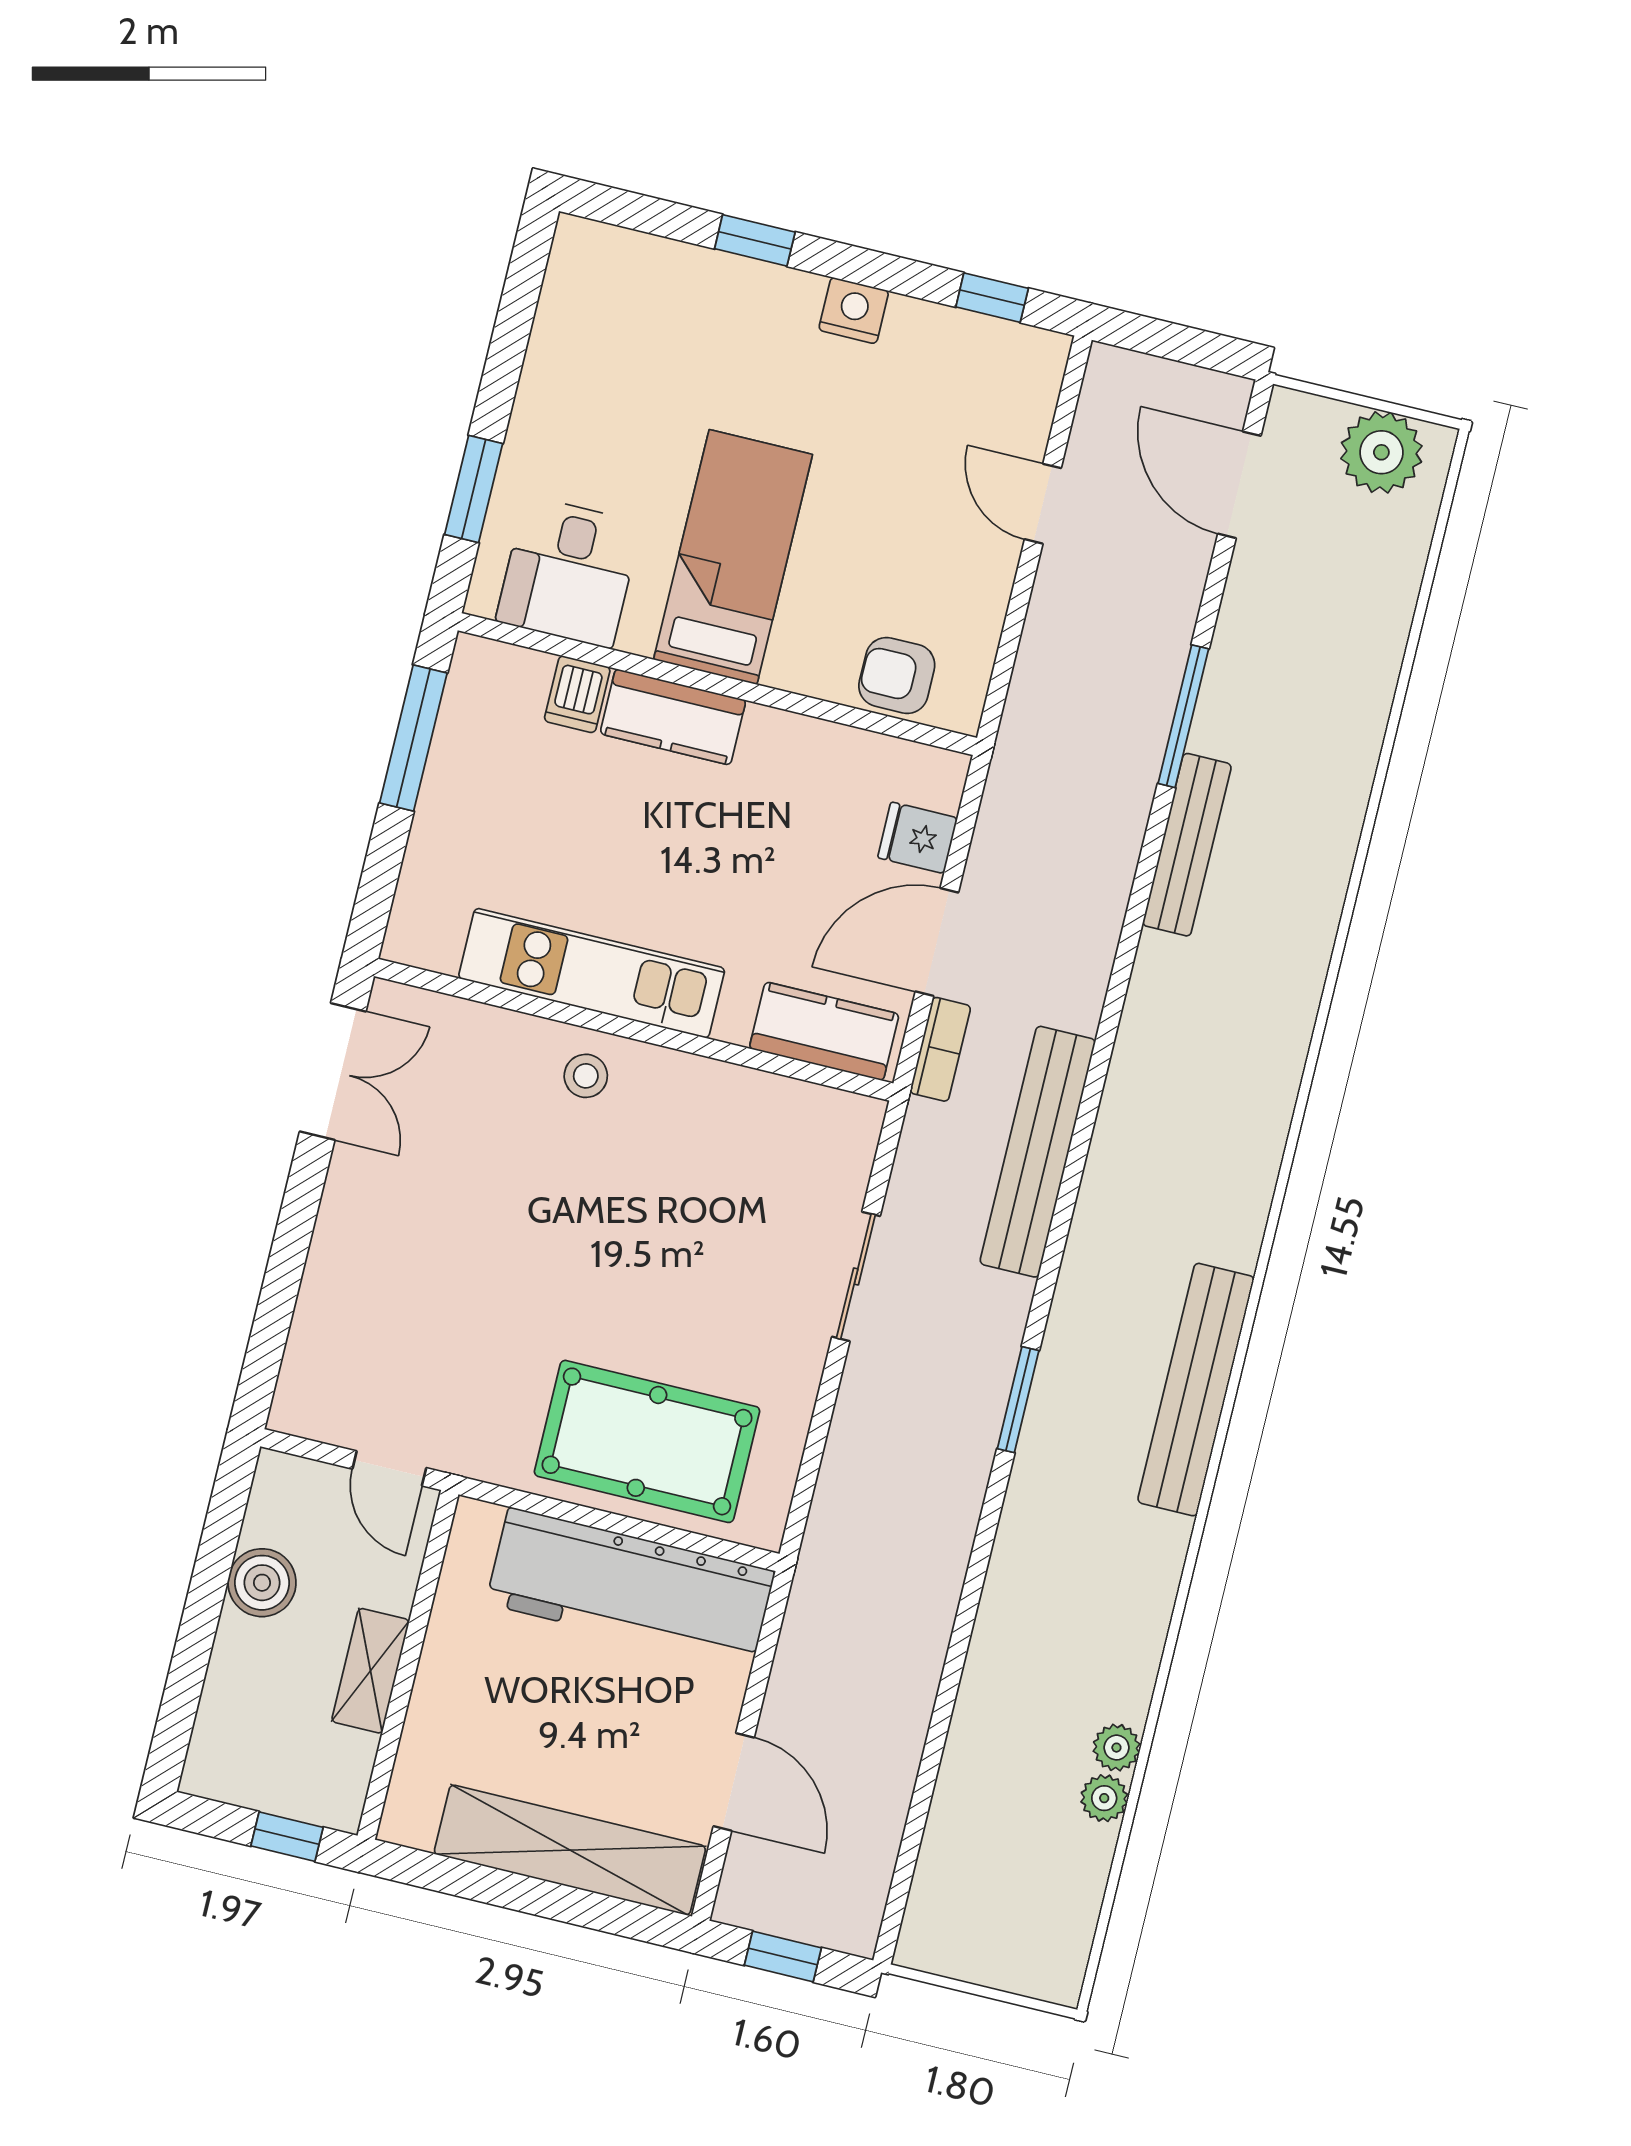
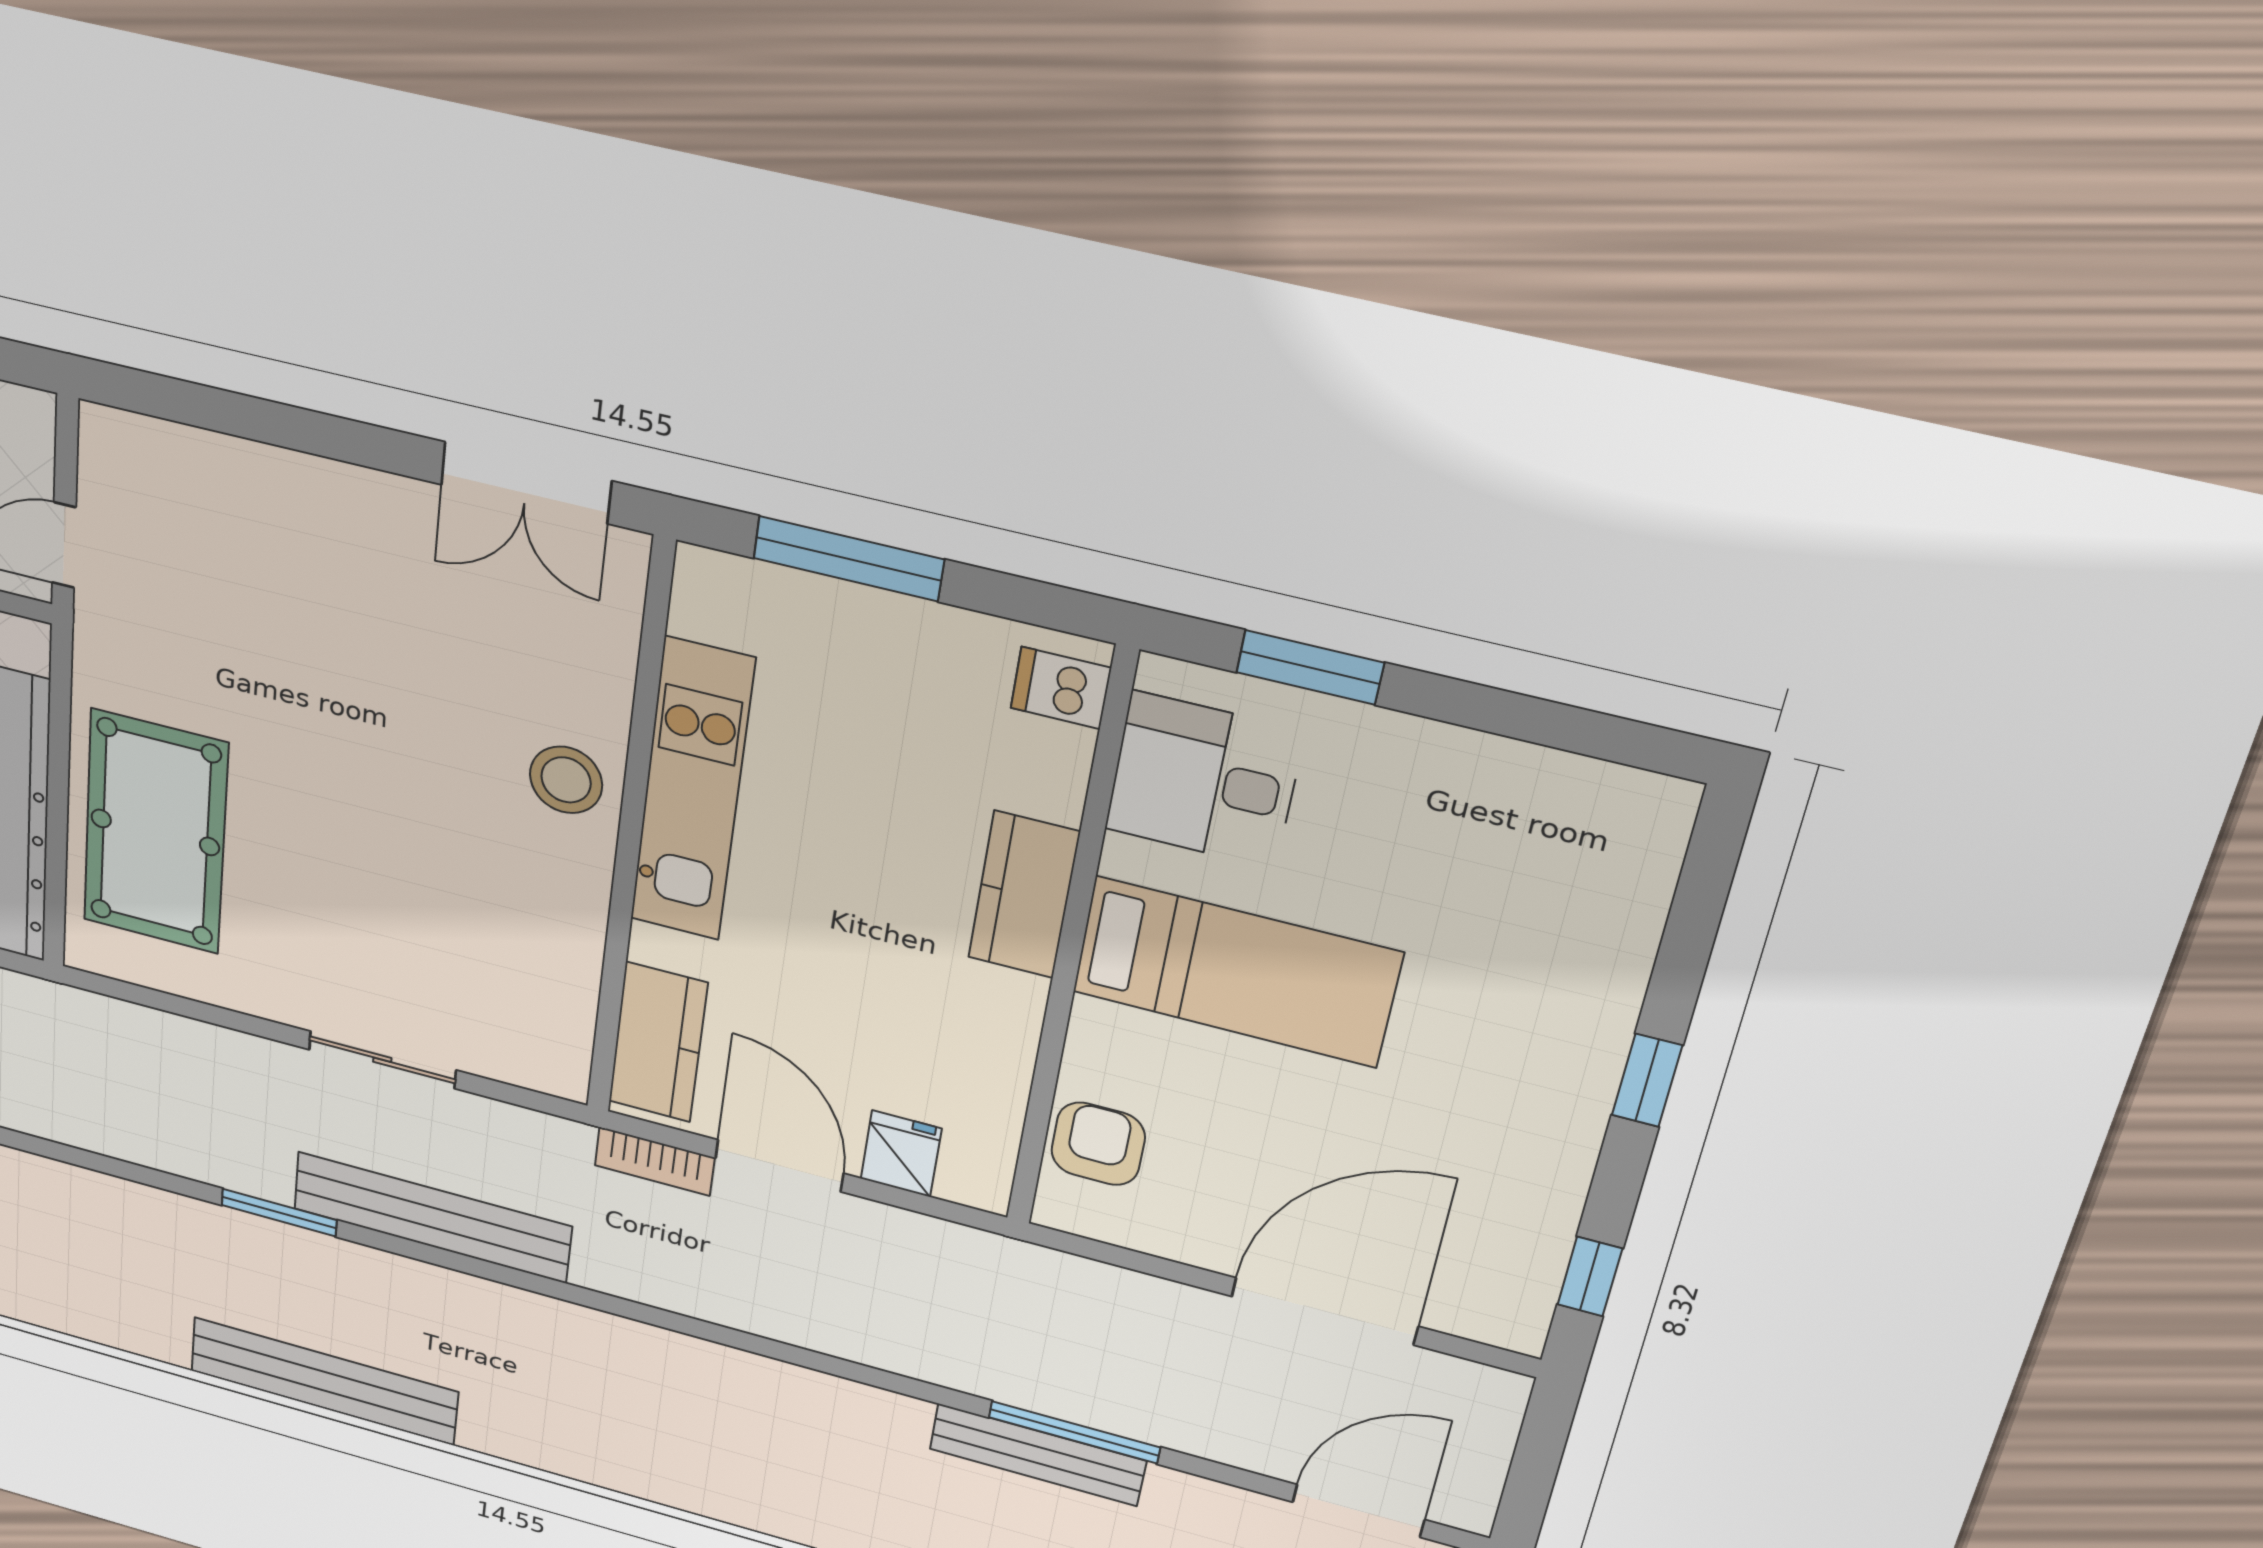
window: (755, 240) -> (1647, 1080), moved
nightstand: (854, 310) -> (1570, 1124), removed
door: (1043, 504) -> (1325, 1311), width x1.88
dishwasher: (577, 694) -> (1061, 688), moved
window: (413, 738) -> (848, 559), moved
bench: (1187, 845) -> (1037, 1455), moved
stool: (586, 1076) -> (566, 780), width x1.37, depth x1.37
bench: (1038, 1152) -> (432, 1217), moved

